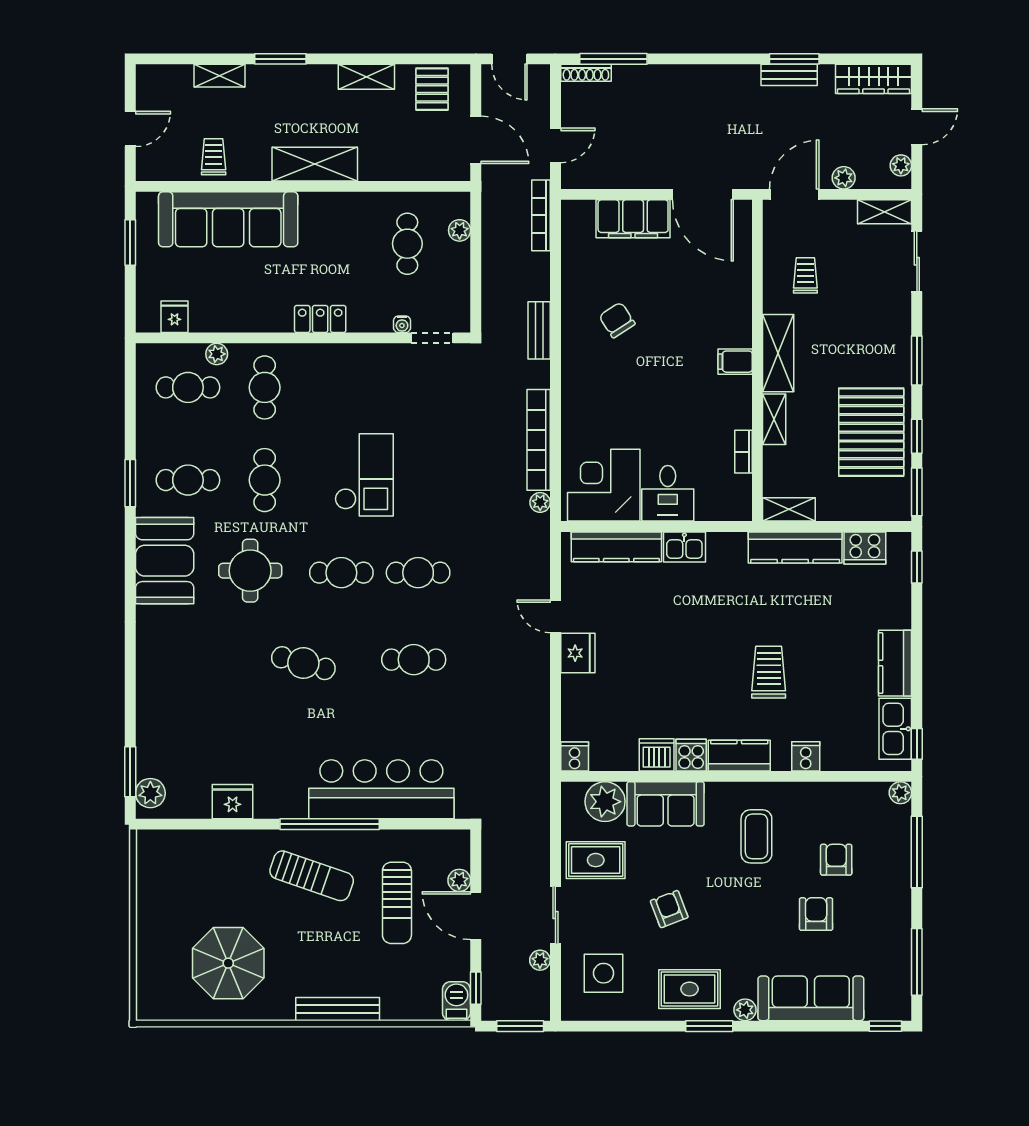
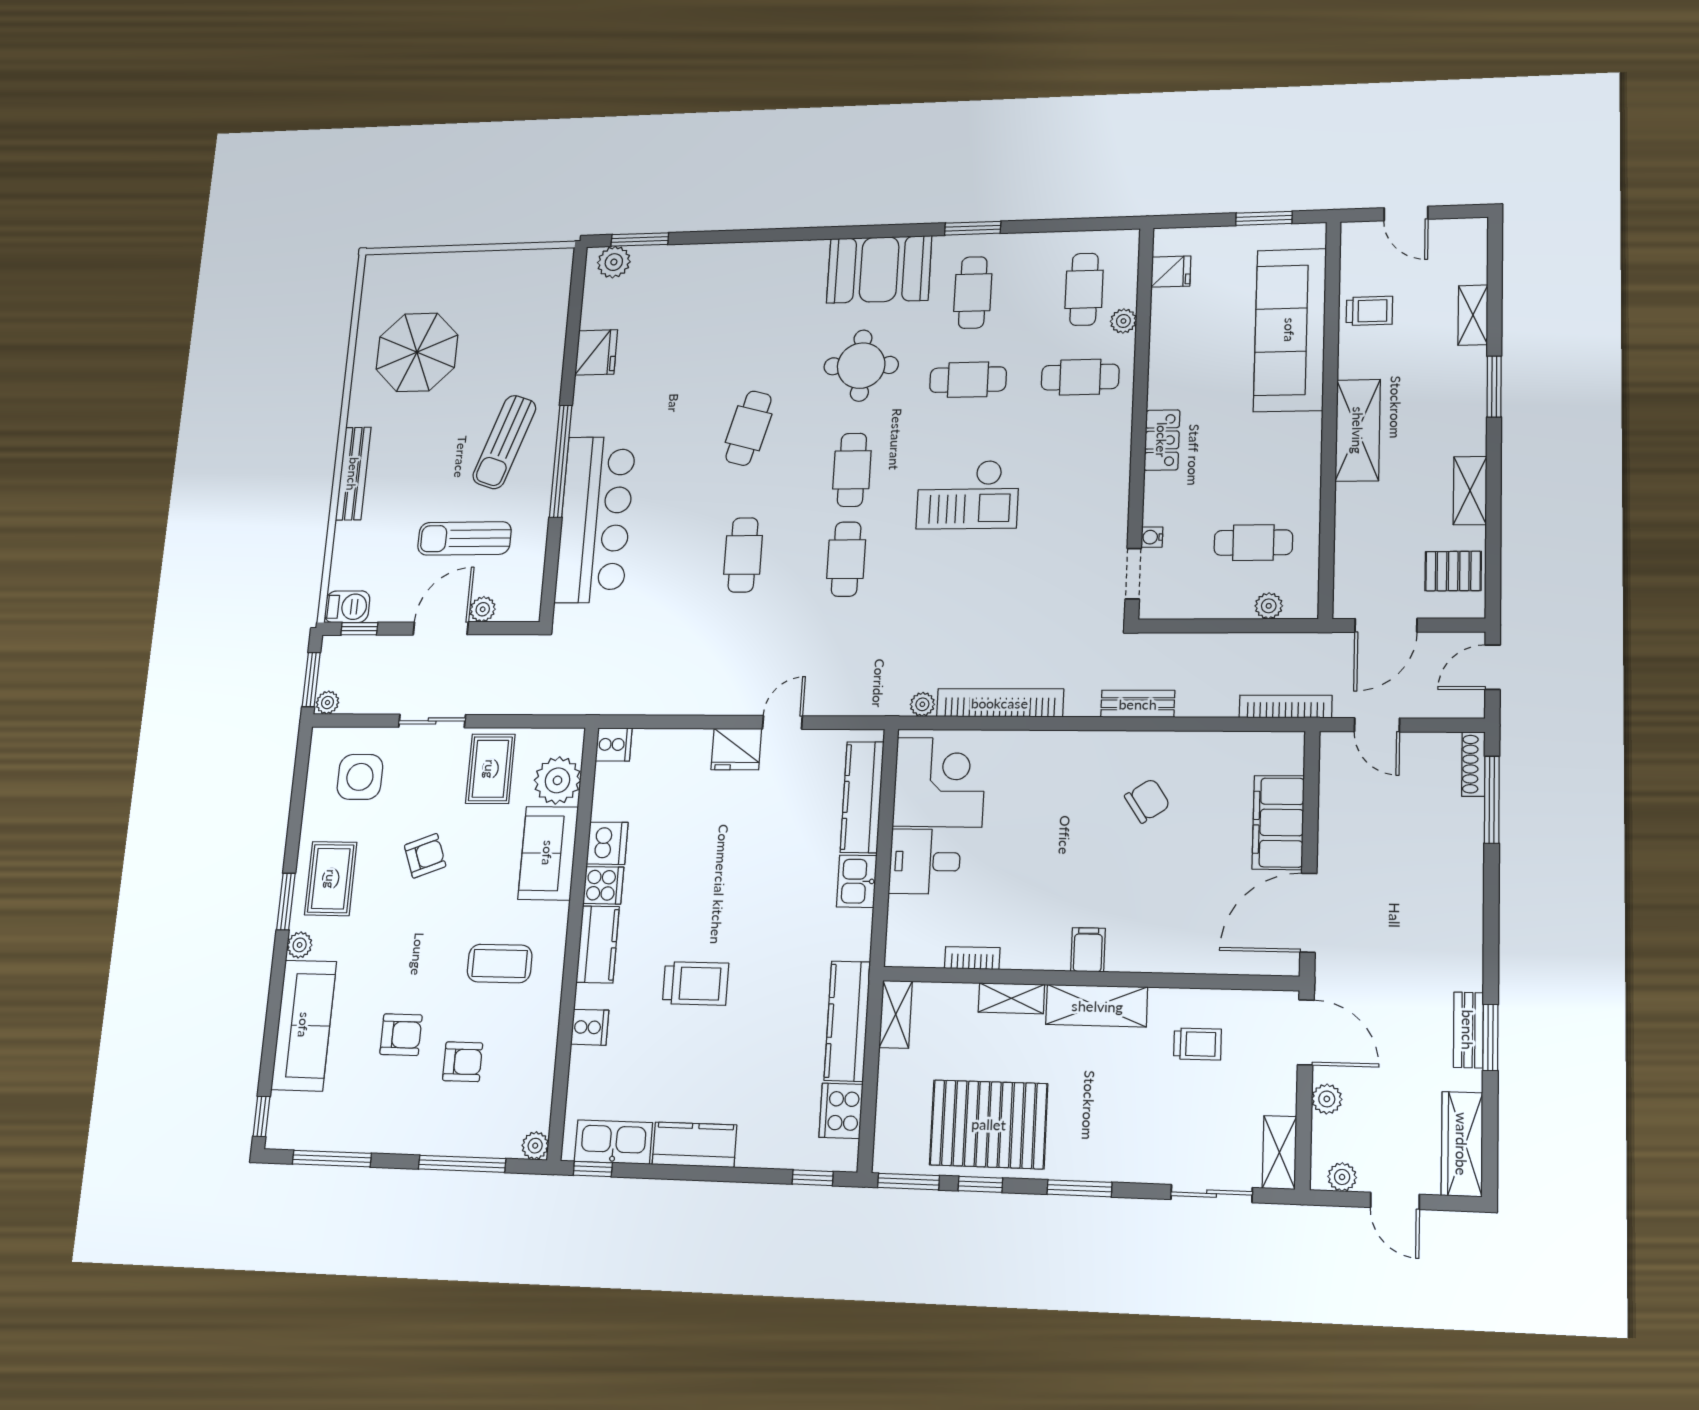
plant: (540, 960) -> (328, 703), moved

